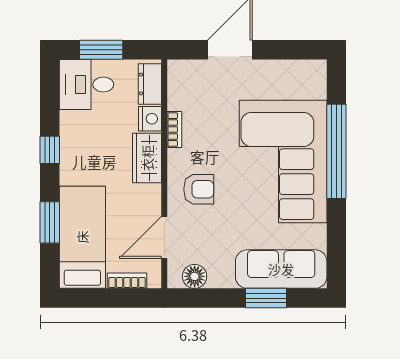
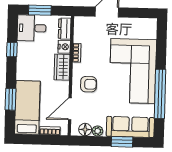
window: (50, 150) -> (12, 50), moved
window: (336, 151) -> (160, 94), moved
plant: (218, 279) -> (98, 131), added

